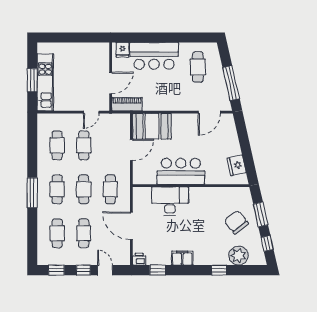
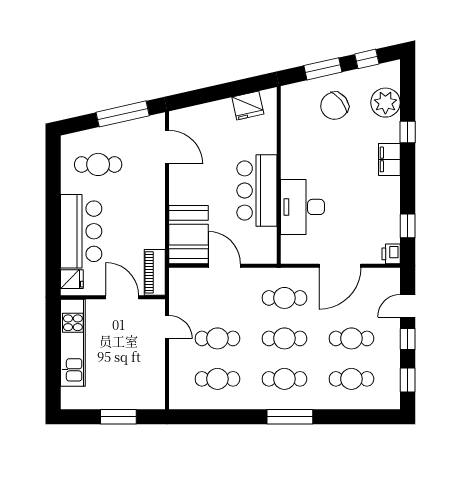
kitchen unit: (45, 82) -> (73, 343), moved, turned 90
filing cabinet: (182, 258) -> (389, 159), moved

